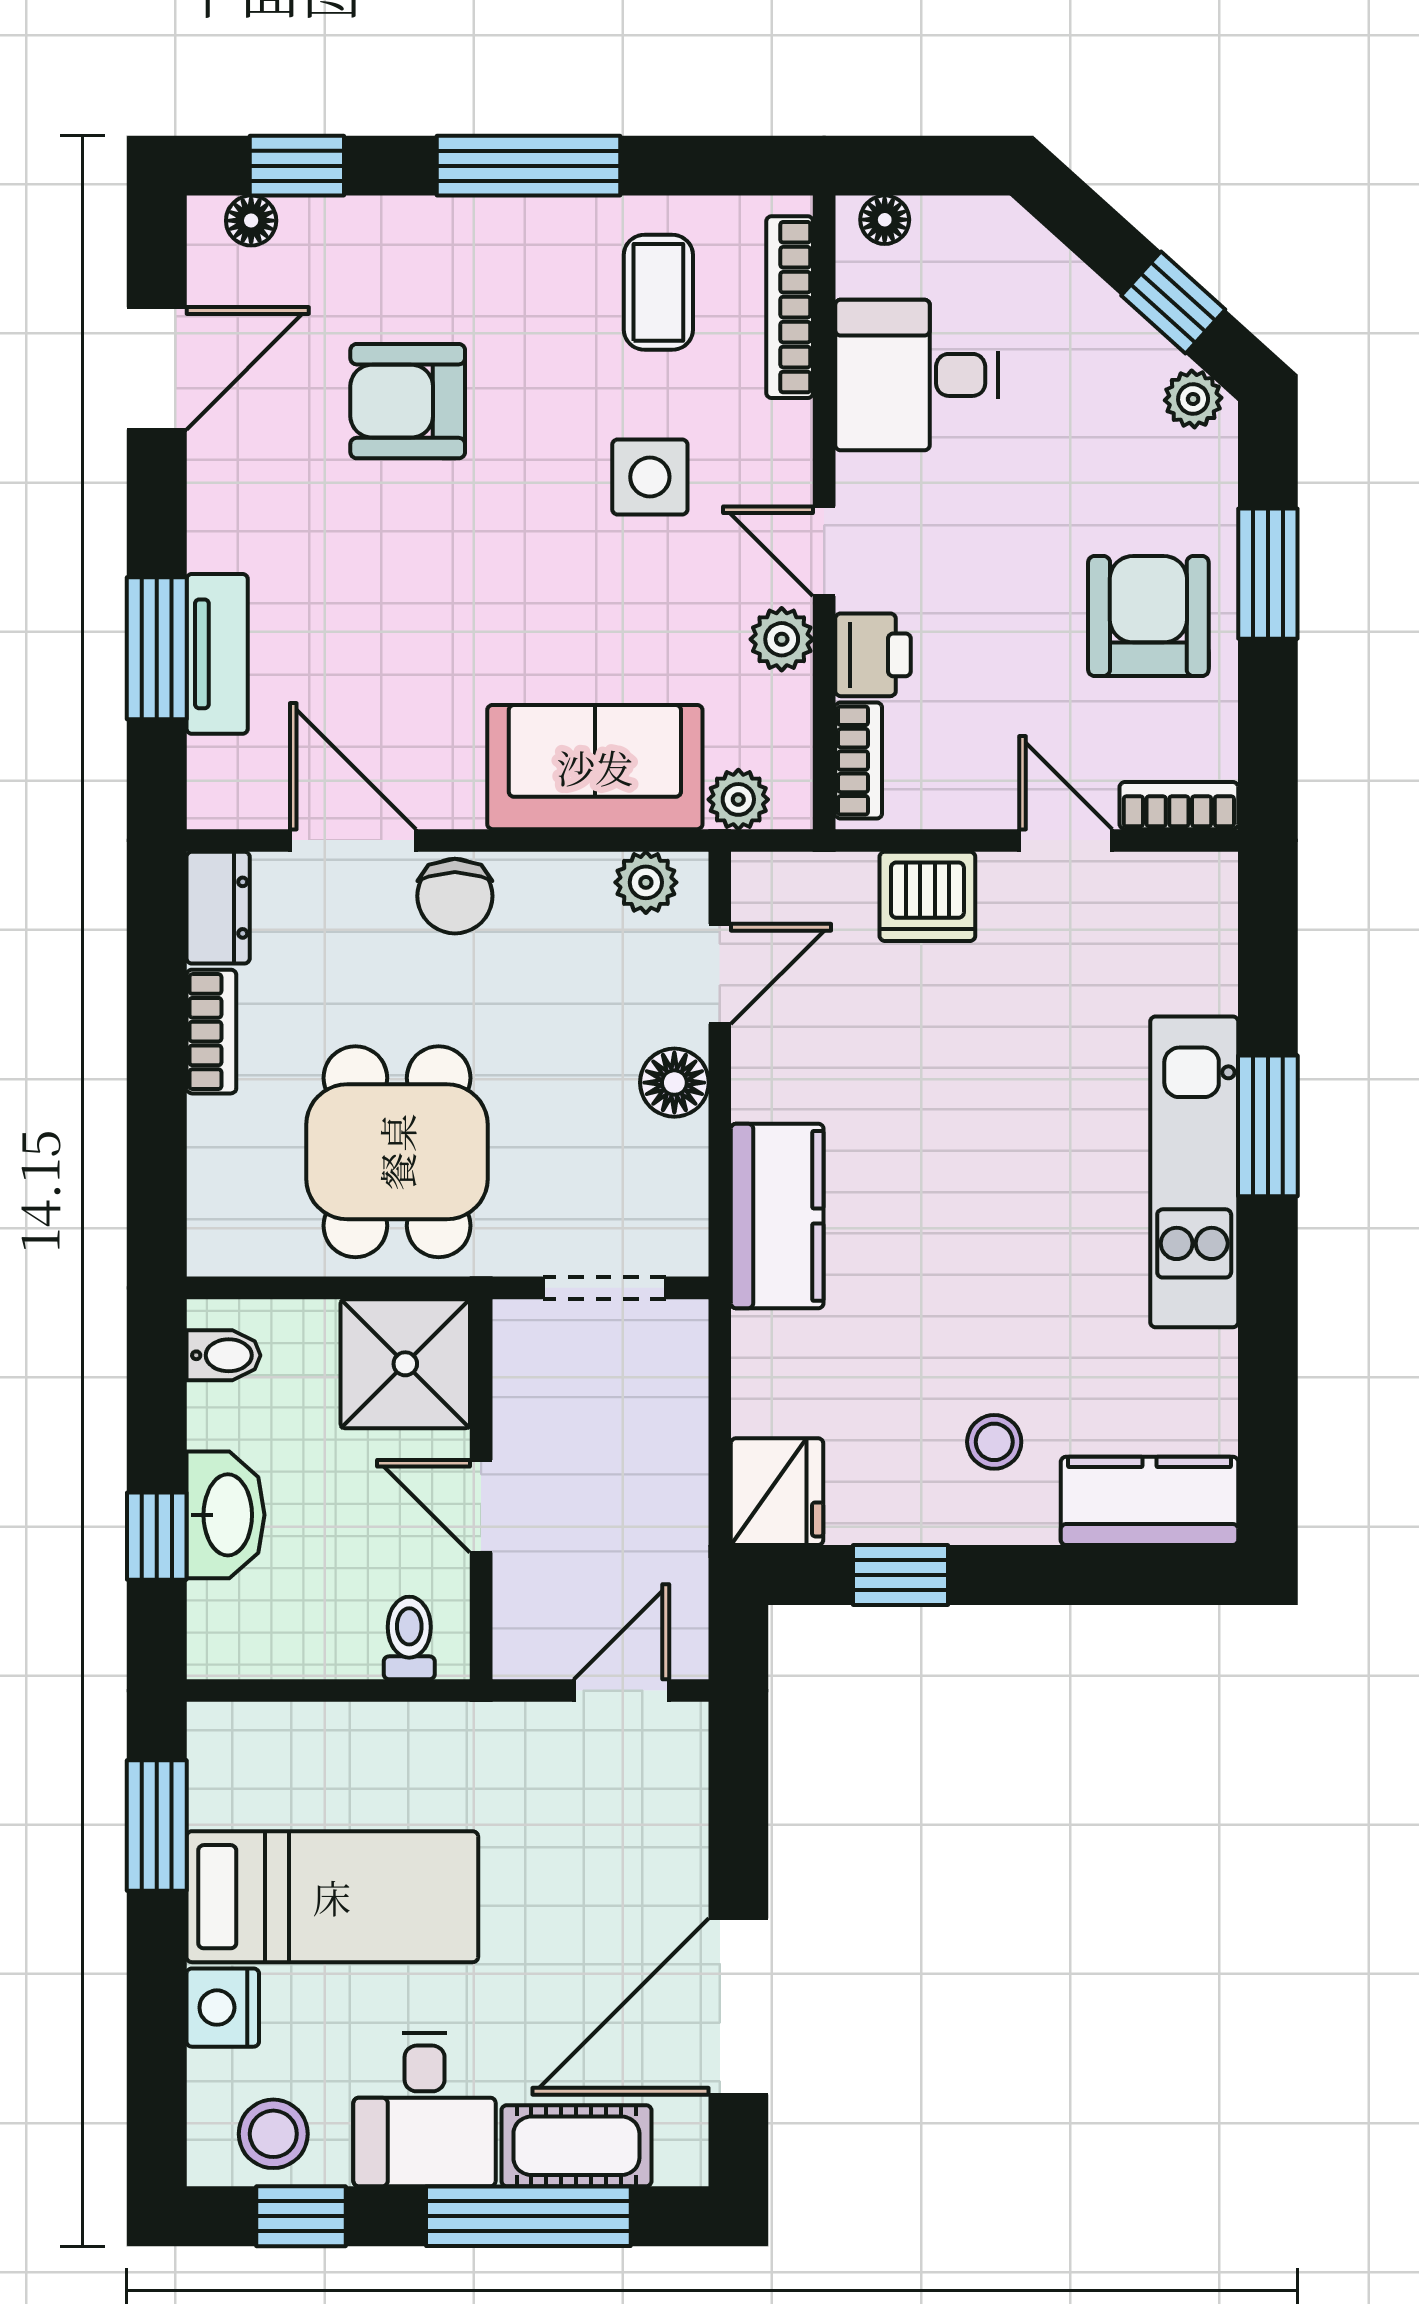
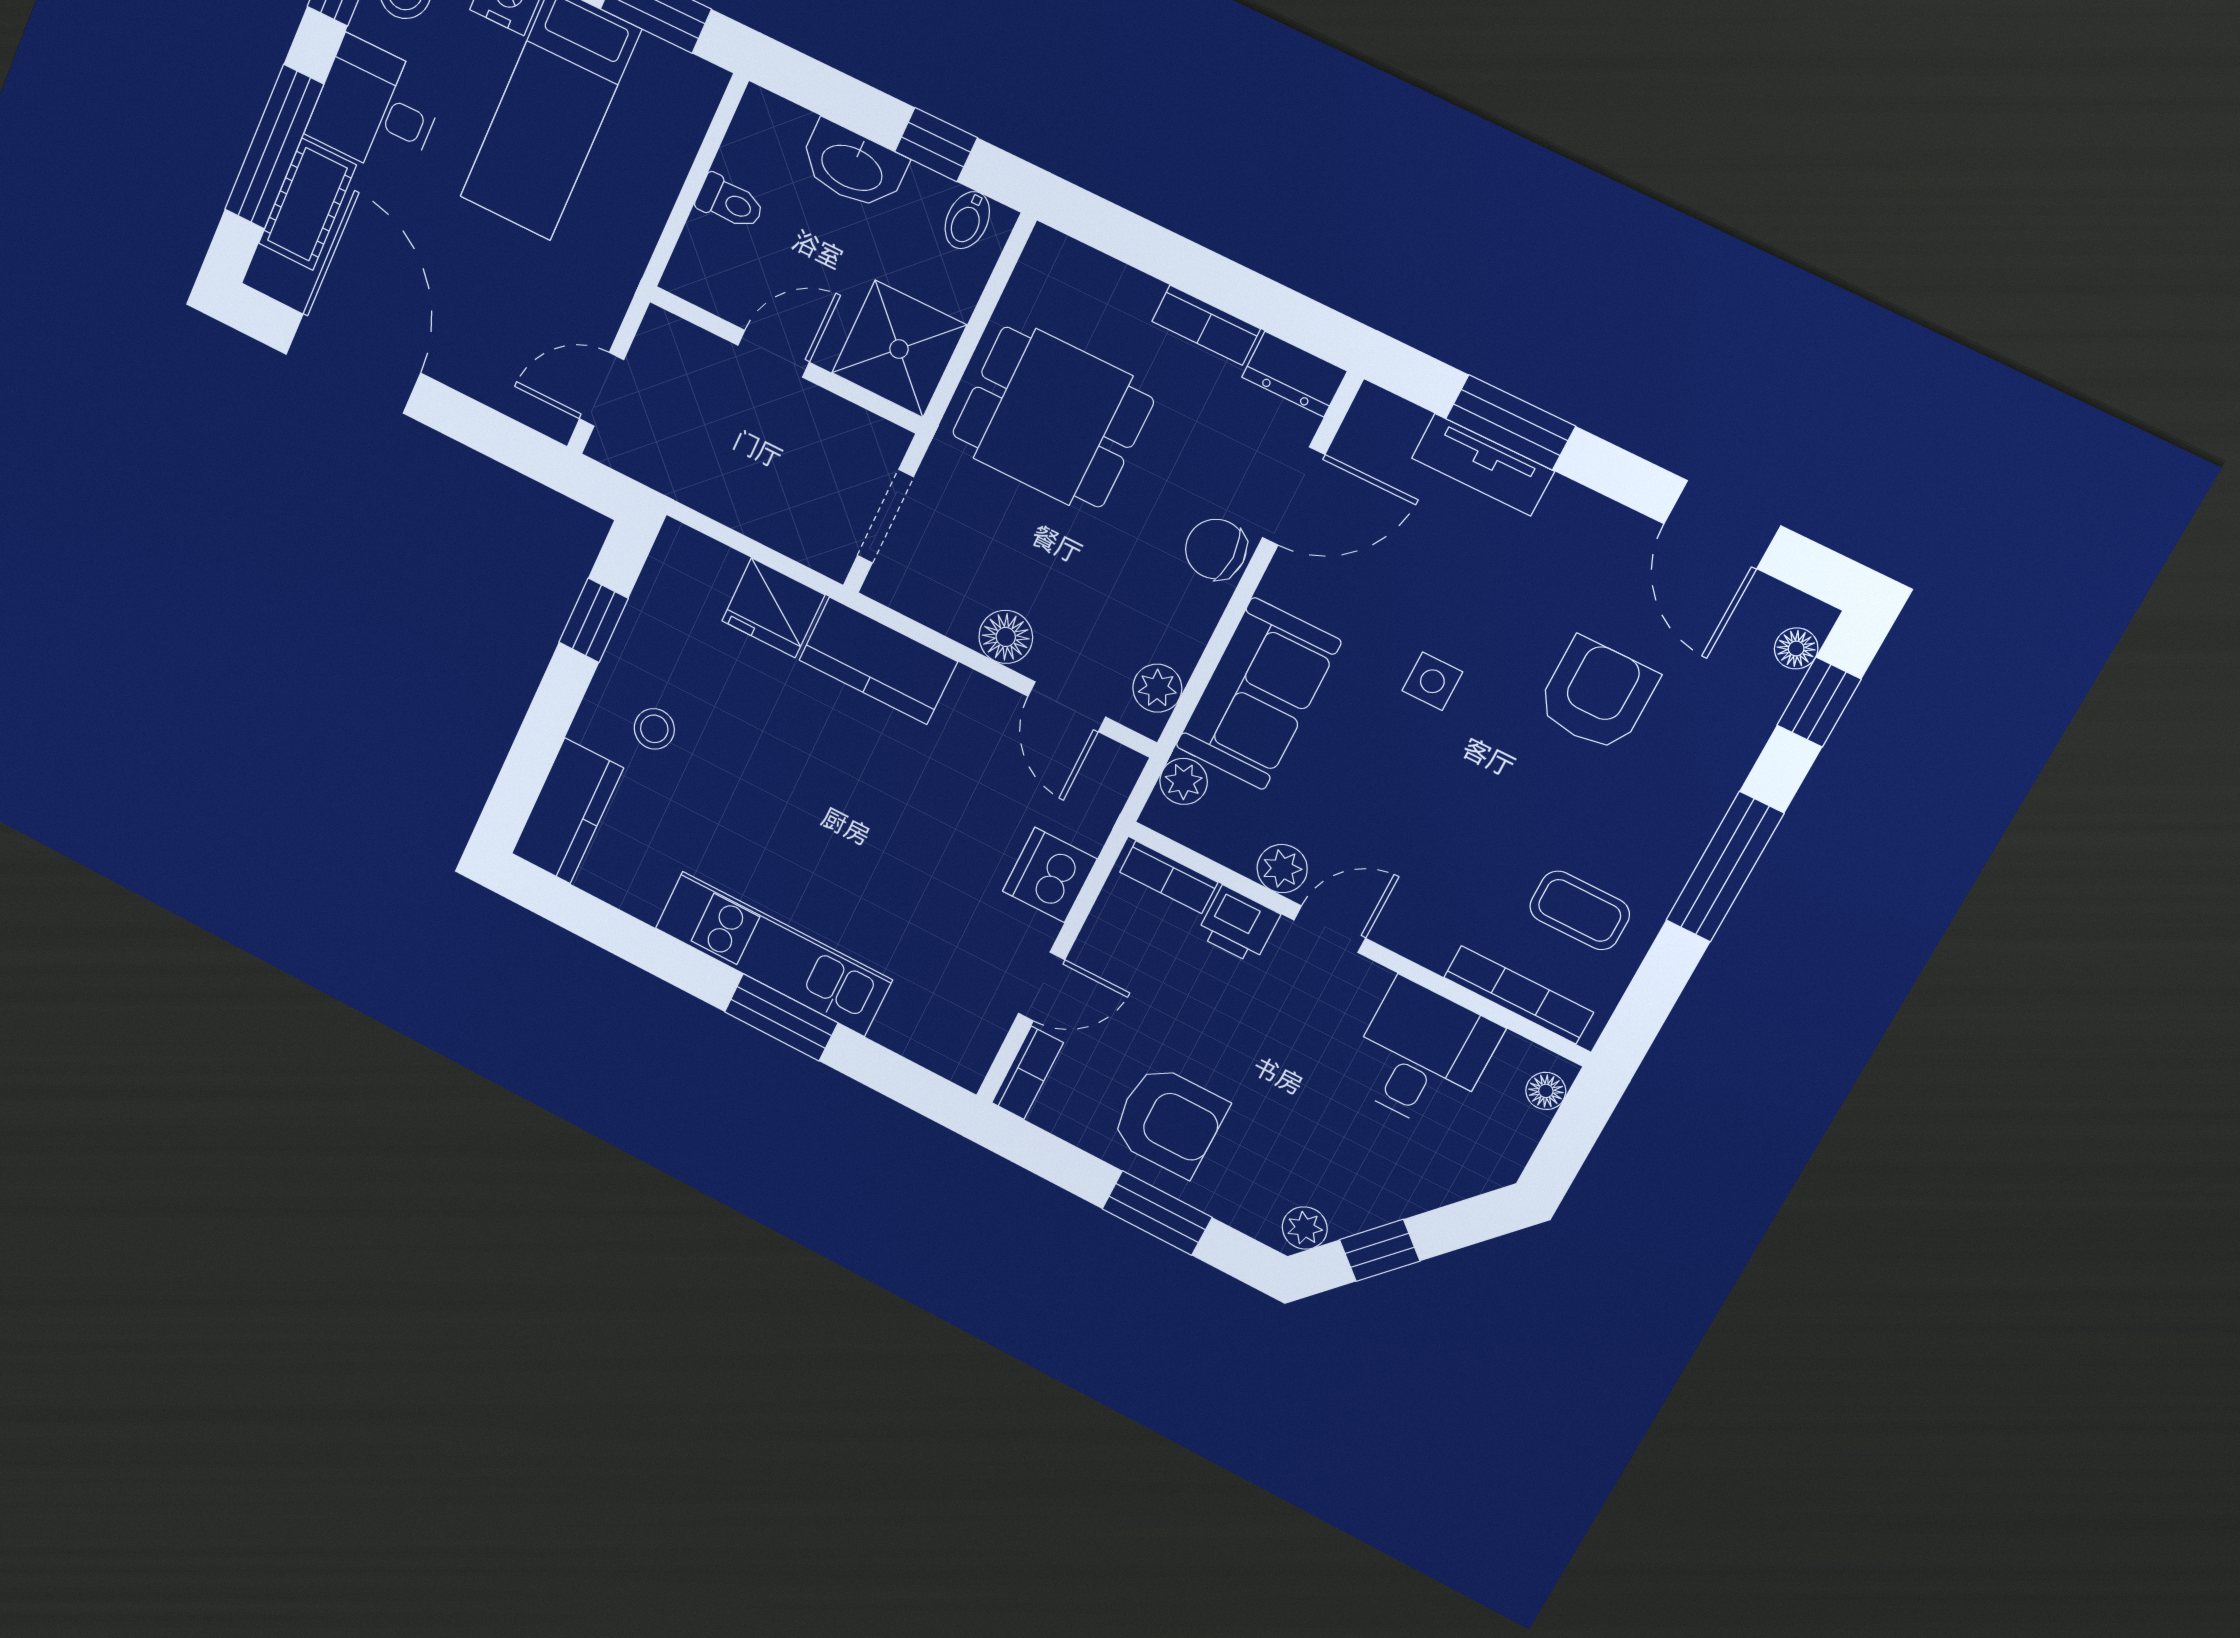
side table: (650, 477) -> (1432, 681), moved, width x0.73, depth x0.73
fridge: (777, 1492) -> (773, 608), moved
window: (157, 1536) -> (936, 145), moved
toilet: (409, 1638) -> (730, 202), moved
door: (621, 1691) -> (602, 389), swing flipped

